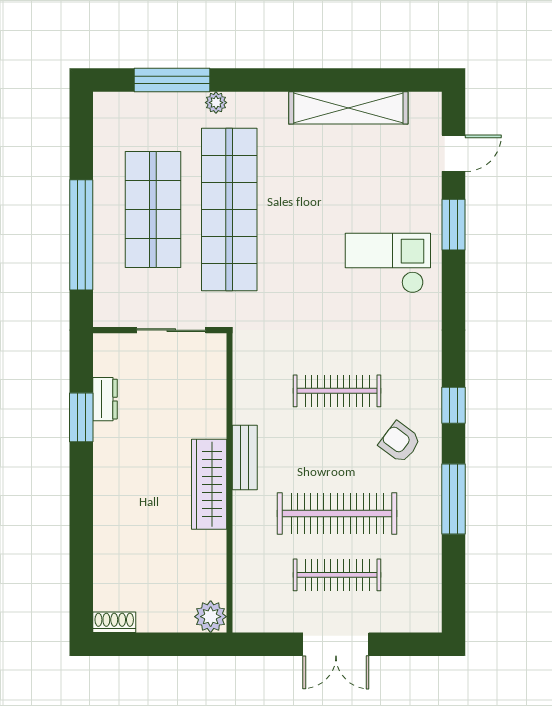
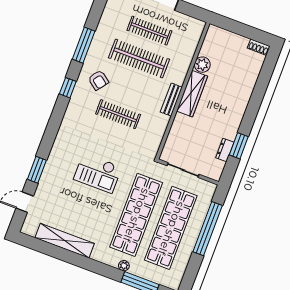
shop shelf: (153, 209) -> (171, 228), width x1.40
checkout: (388, 263) -> (98, 173), moved
plant: (211, 617) -> (202, 65), moved

